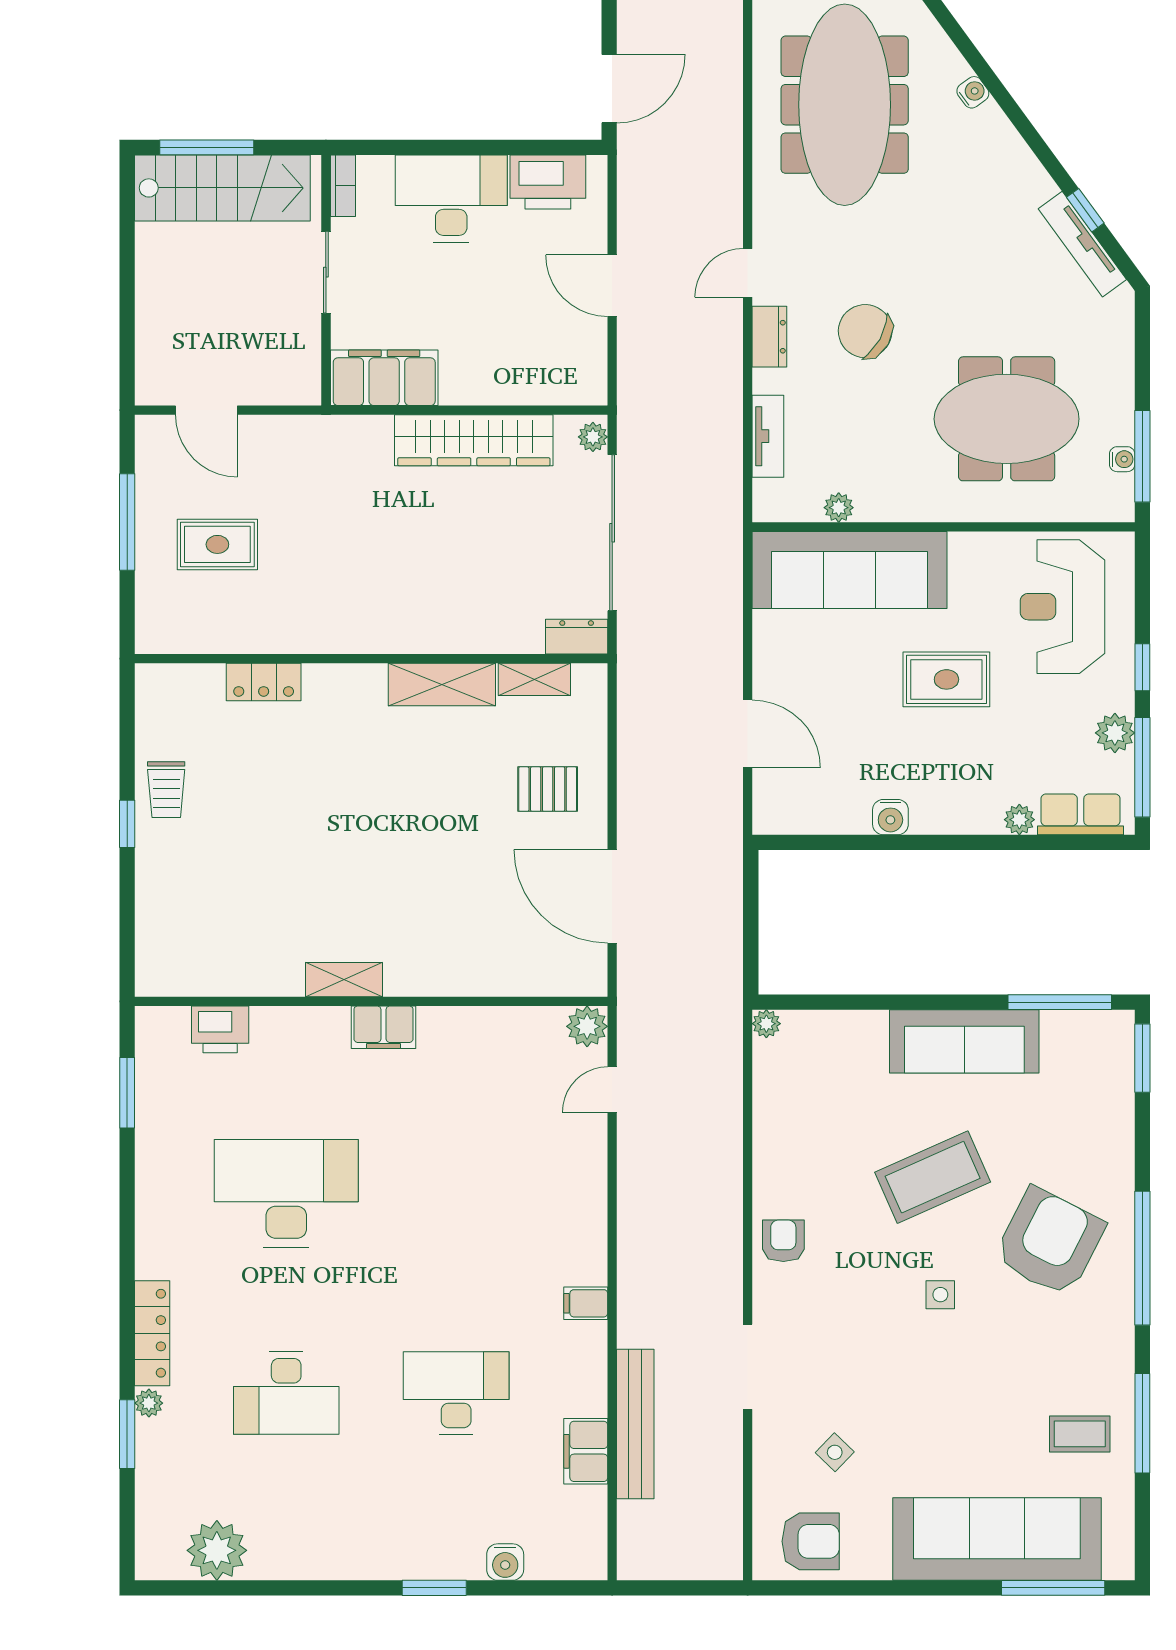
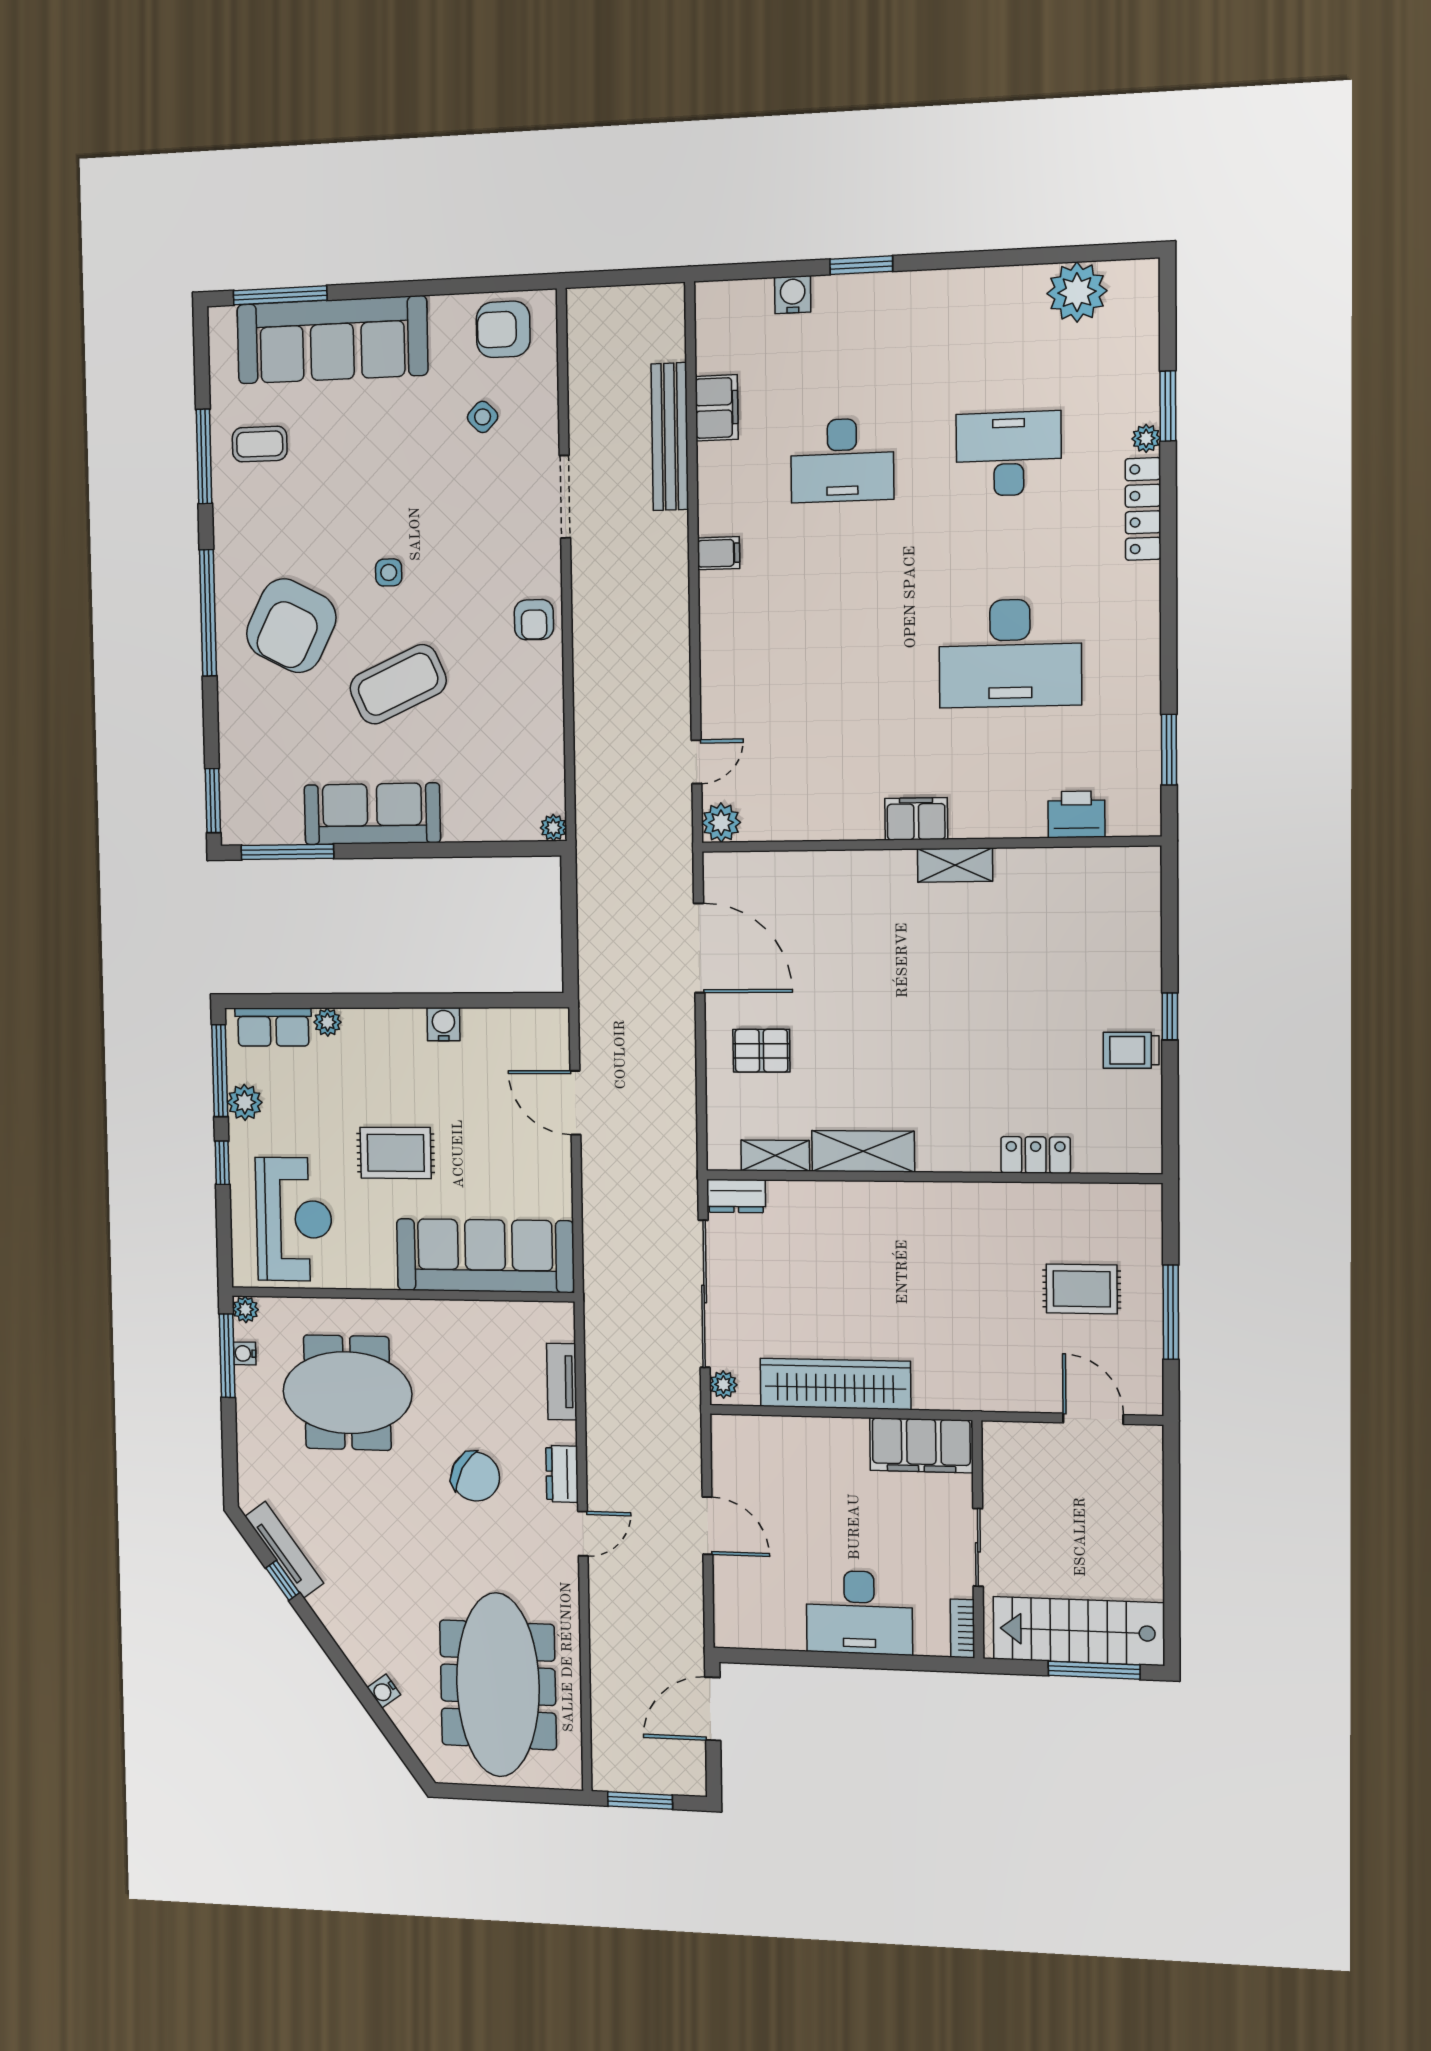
printer: (548, 182) -> (769, 1625), removed
plant: (839, 508) -> (245, 1309), moved
trolley: (166, 790) -> (1131, 1050), turned -90

